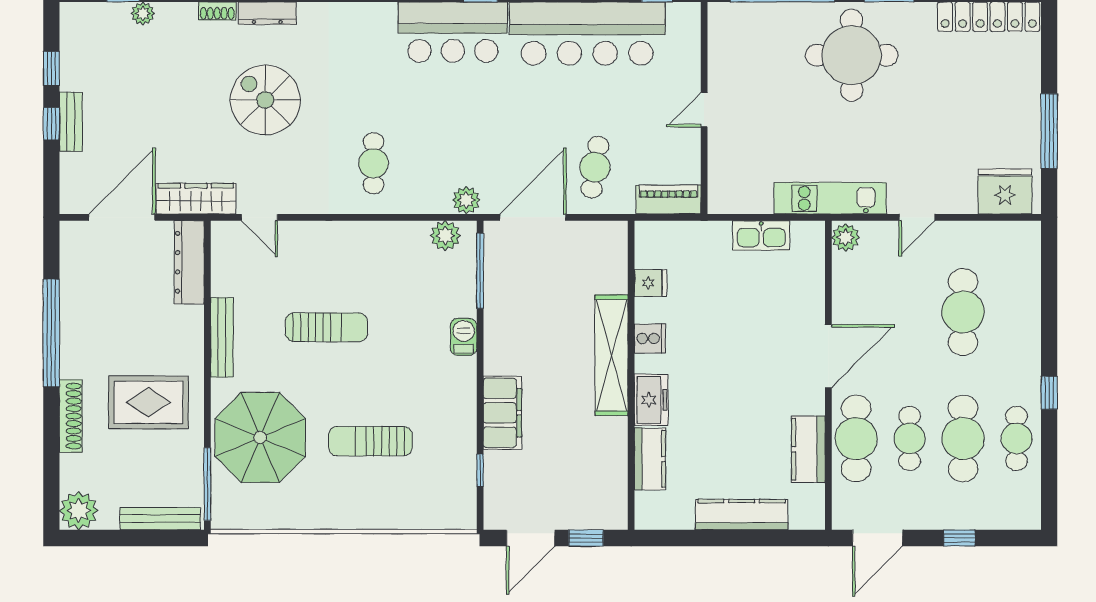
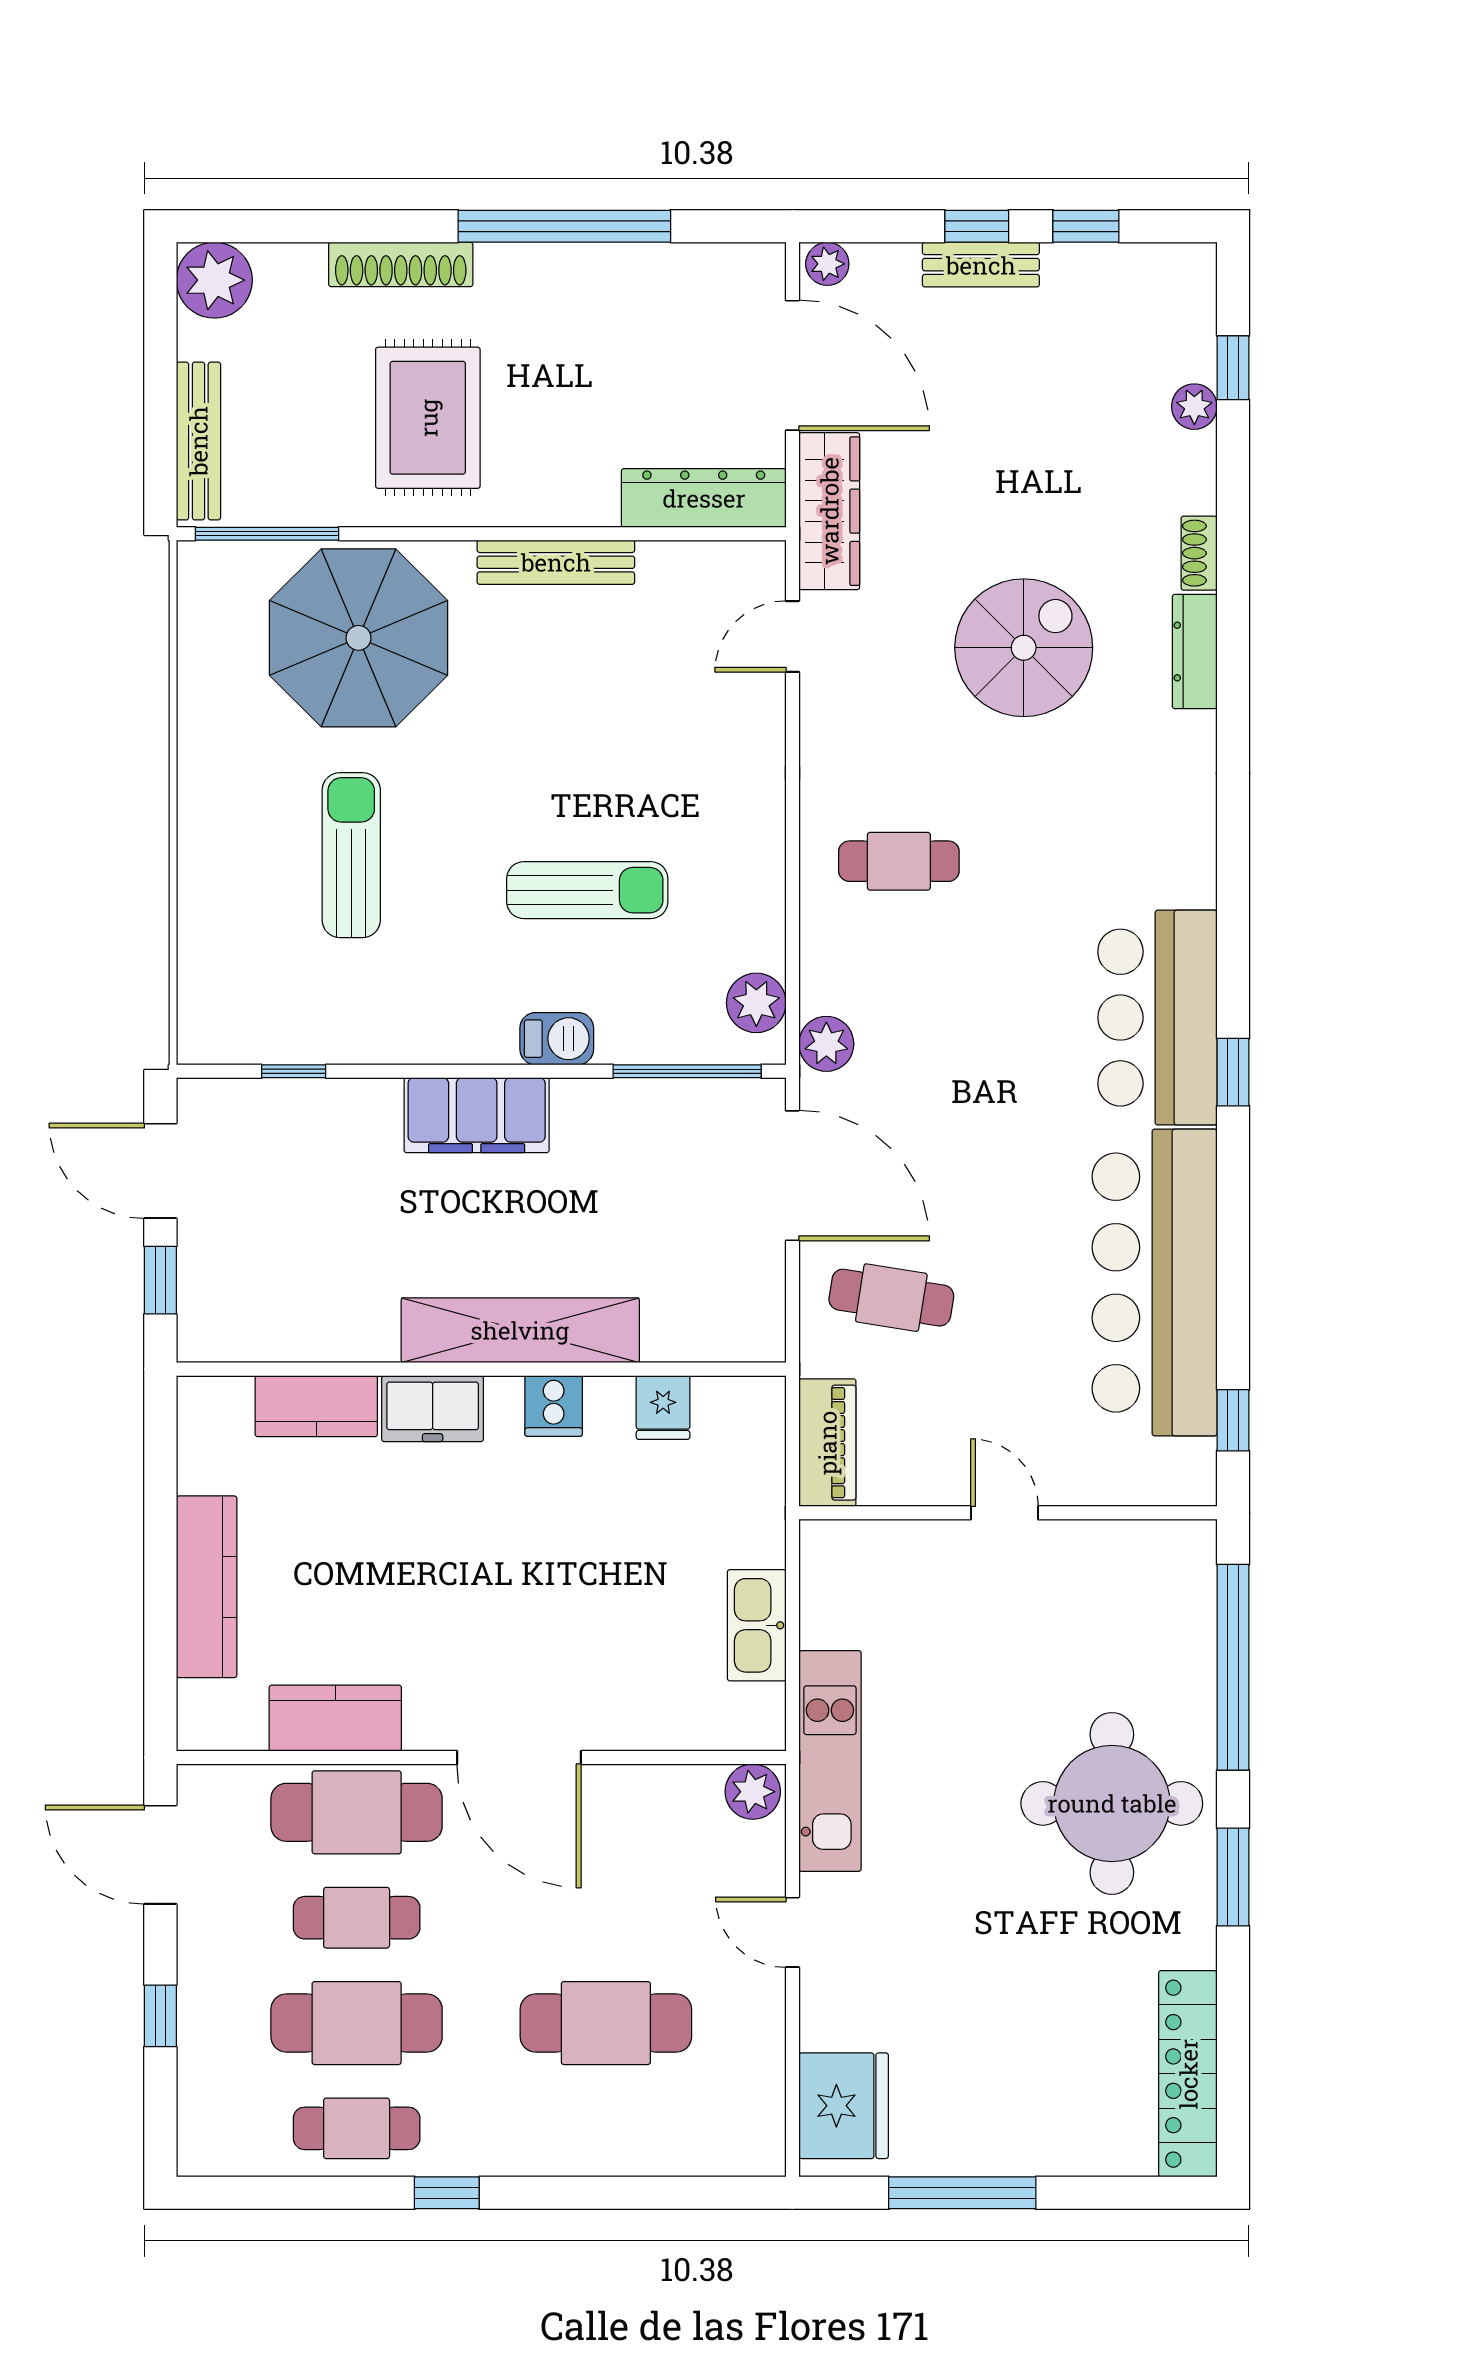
plant: (70, 200) -> (827, 264), added
sun lounger: (326, 327) -> (587, 890), moved, turned -90
filing cabinet: (502, 413) -> (477, 1115), moved

